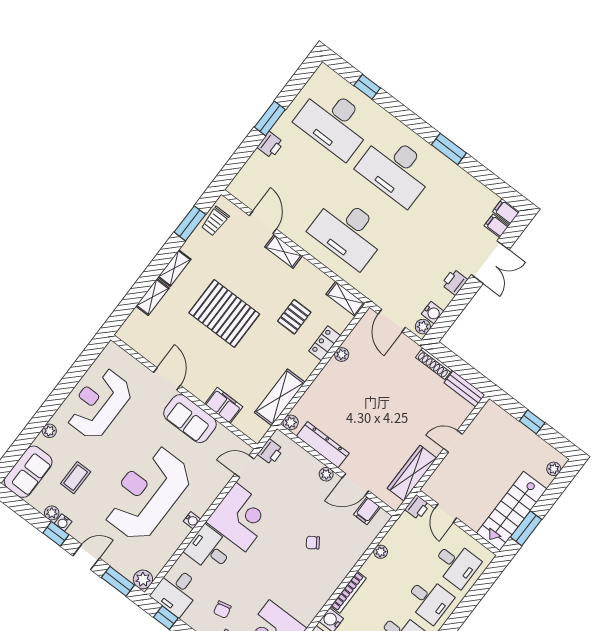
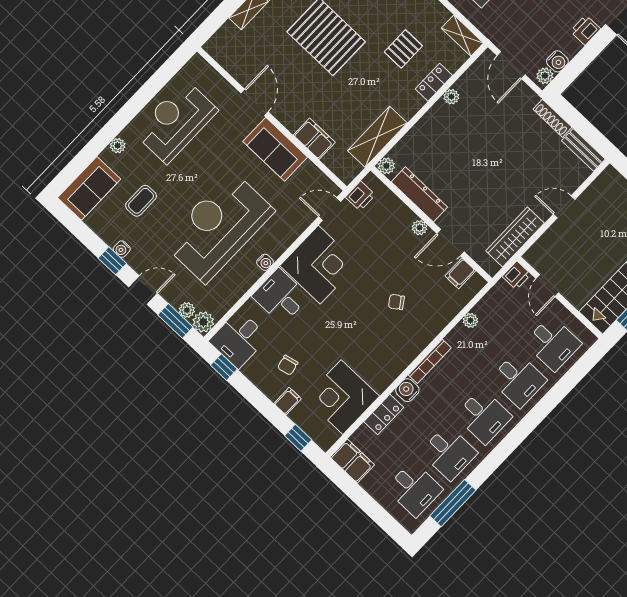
plant: (52, 513) -> (187, 310), moved

